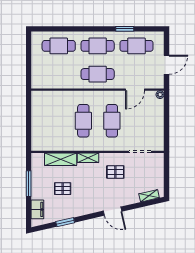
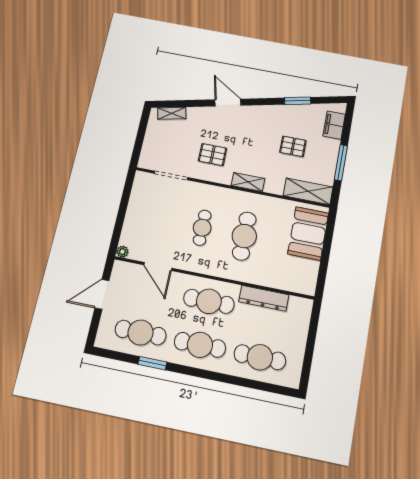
dresser: (63, 83) -> (264, 298), added
door: (135, 90) -> (158, 267), swing flipped
cafe table: (112, 121) -> (202, 228), width x0.73, depth x0.74
booth: (42, 131) -> (308, 233), added
shelving: (61, 159) -> (308, 191), moved

